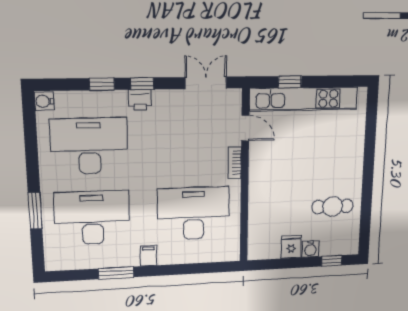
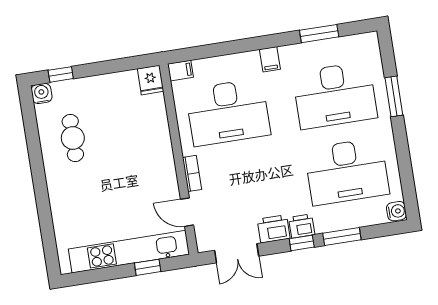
window: (102, 84) -> (342, 237), width x1.50
printer: (167, 101) -> (274, 229), added
cafe table: (333, 206) -> (73, 138), turned 90
fridge: (291, 247) -> (151, 80), moved
water cooler: (310, 249) -> (42, 93), moved
filing cabinet: (230, 254) -> (181, 71), added
window: (116, 273) -> (319, 34), moved

